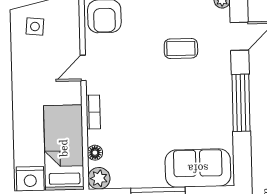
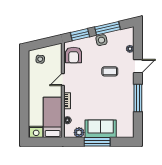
sofa: (198, 168) -> (101, 129), moved
plant: (99, 178) -> (79, 133), moved

